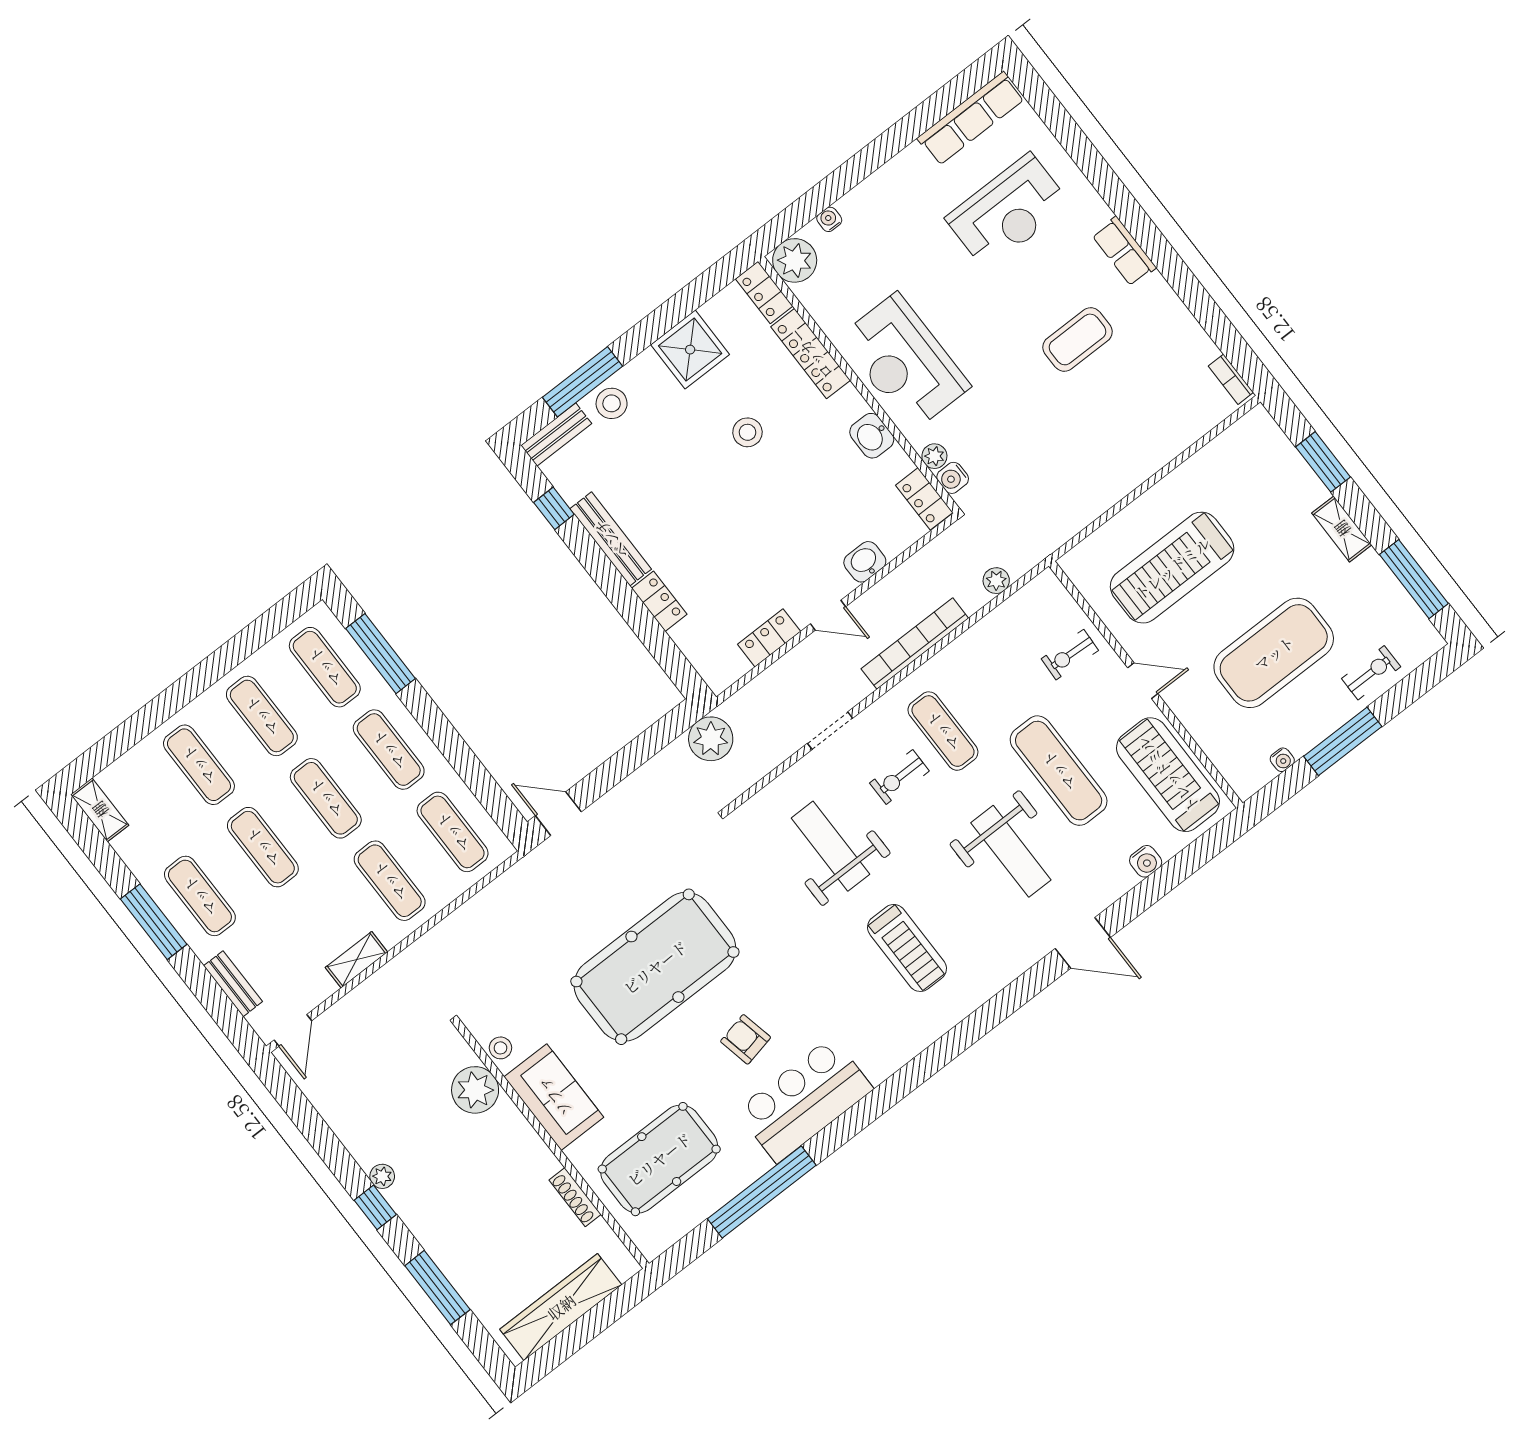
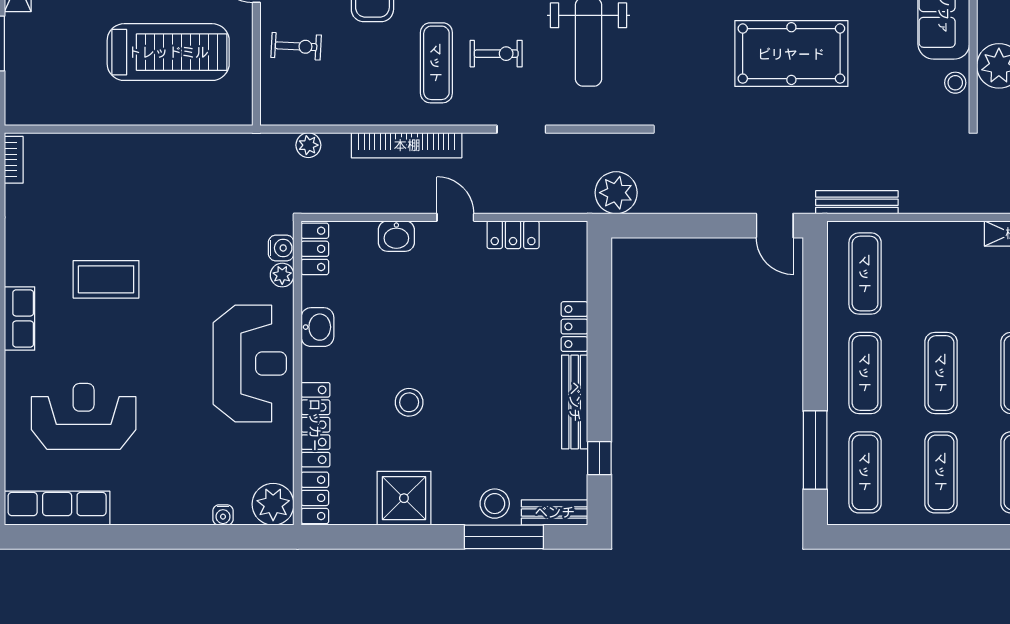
exercise mat: (390, 881) -> (941, 274), removed
bench: (505, 886) -> (857, 202), added
pool table: (655, 967) -> (791, 54), width x0.73, depth x0.76

